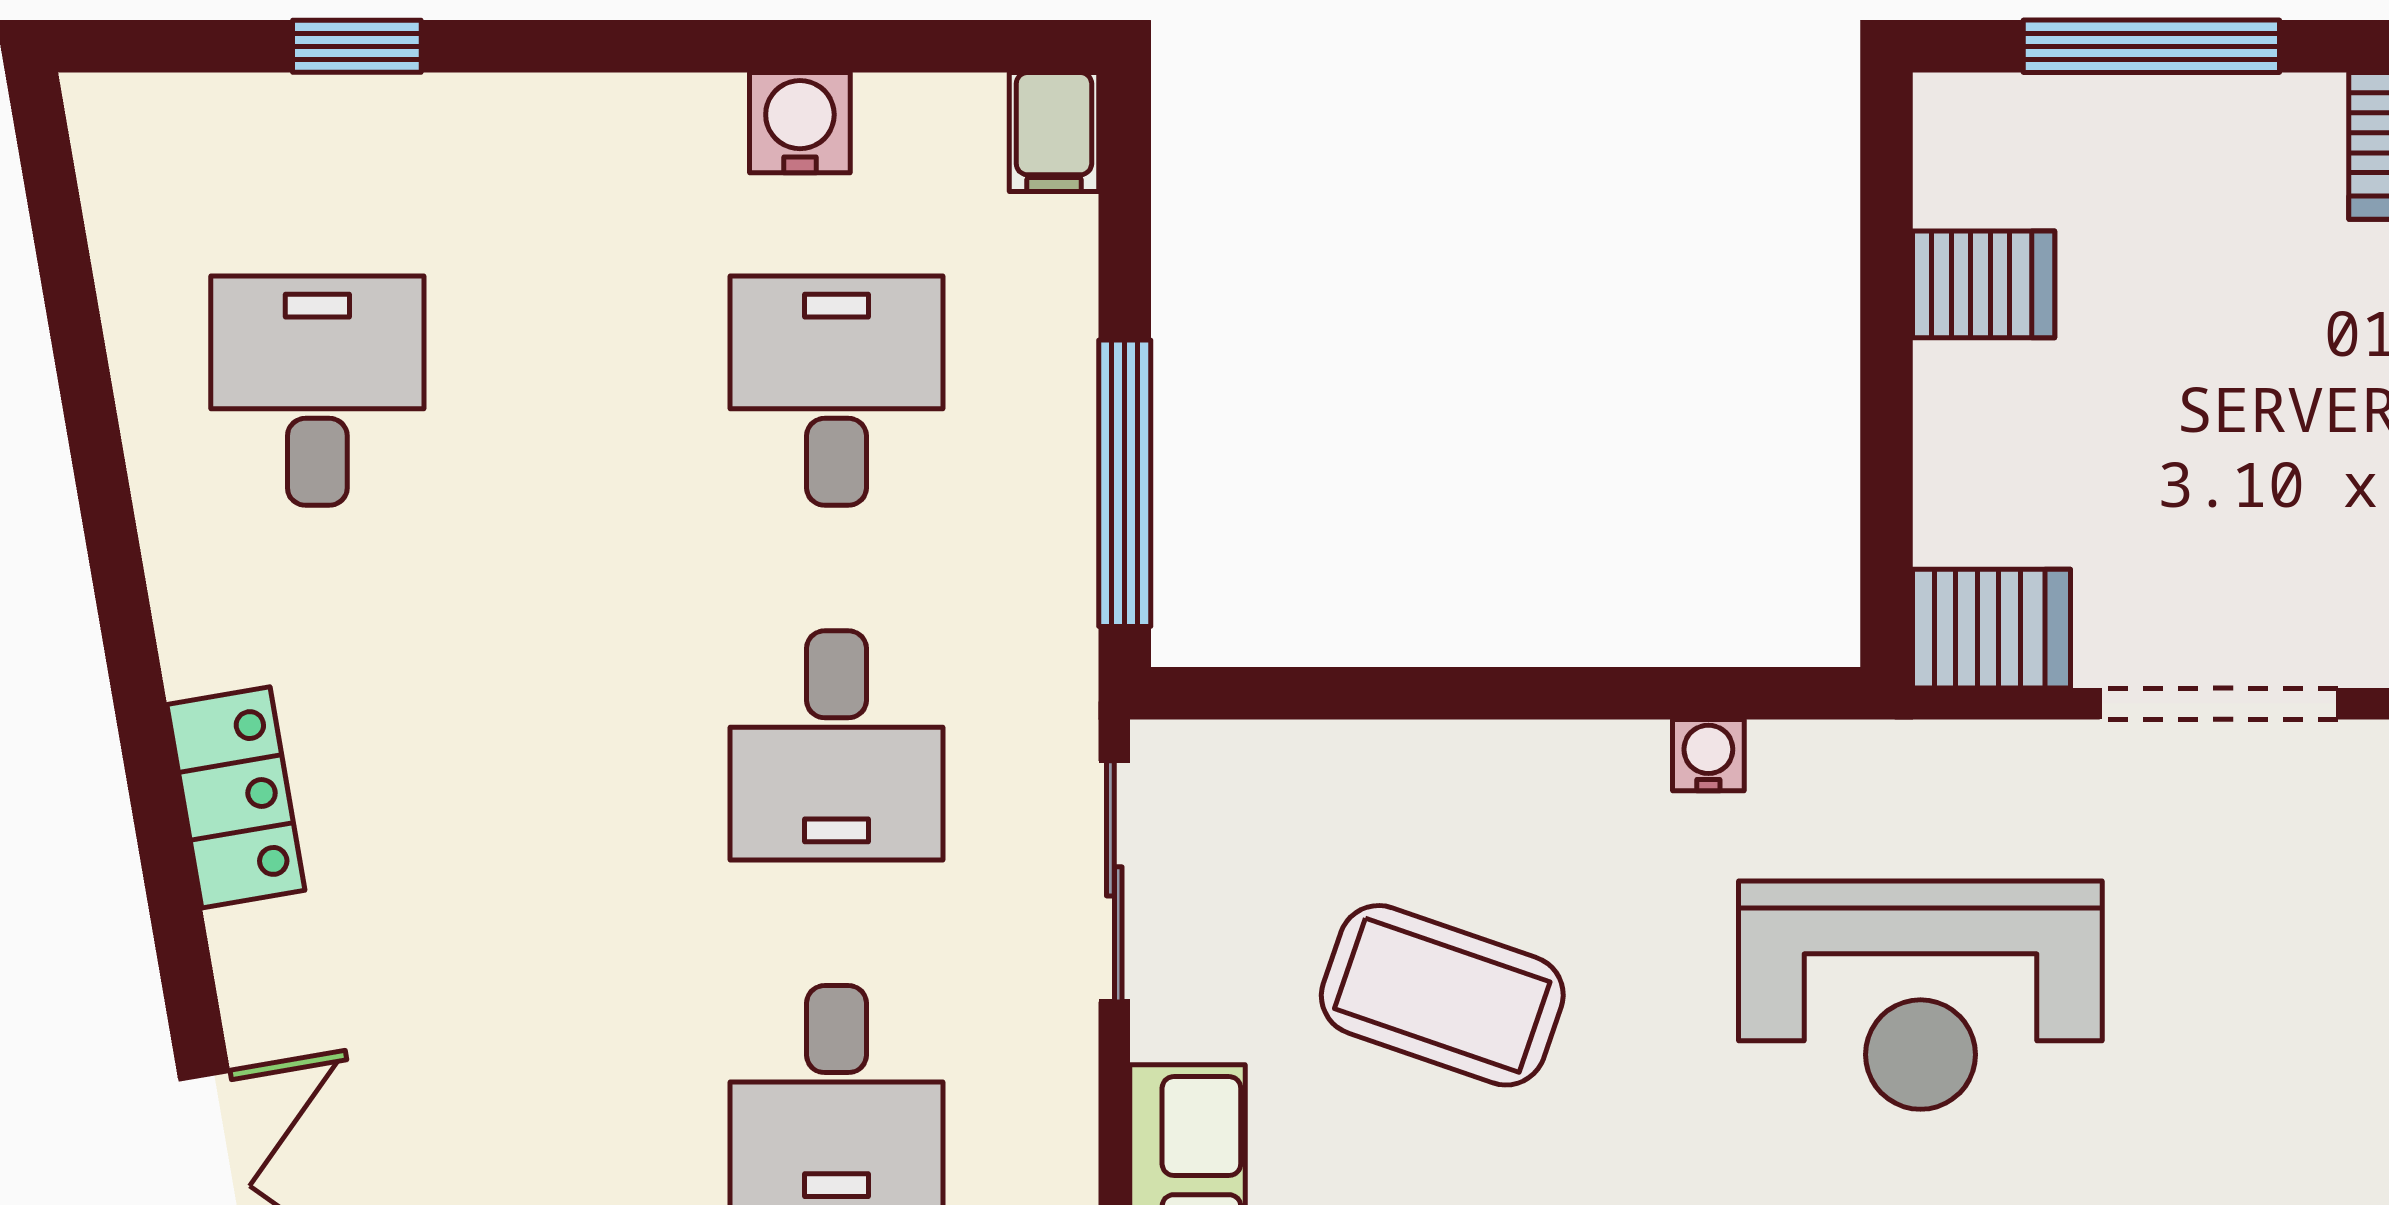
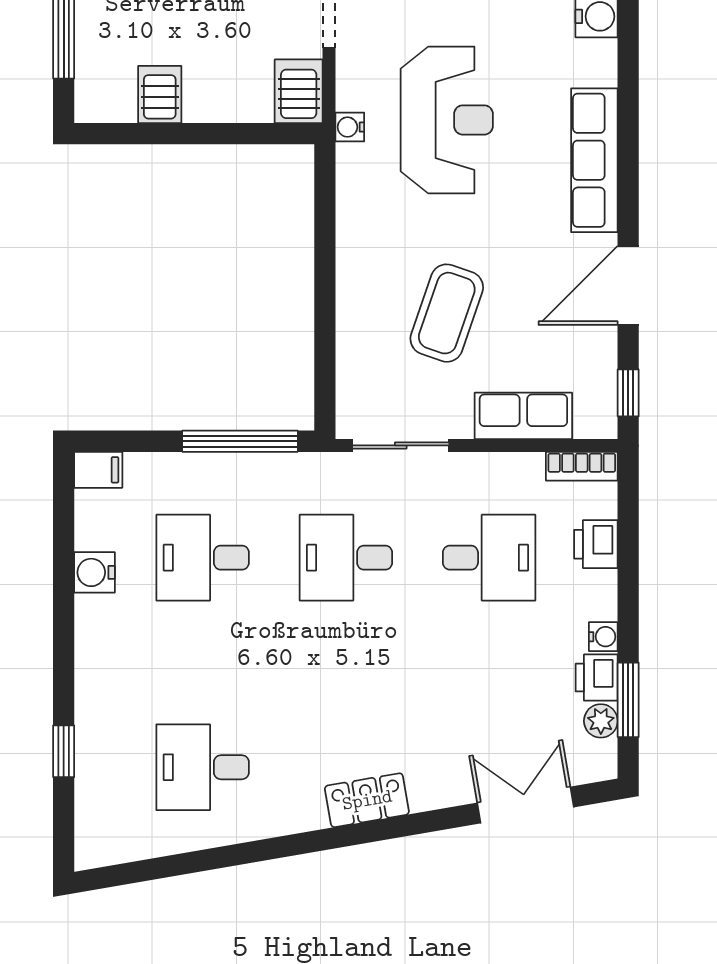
desk: (837, 745) -> (346, 558), turned 180
water cooler: (1708, 755) -> (350, 127), moved

